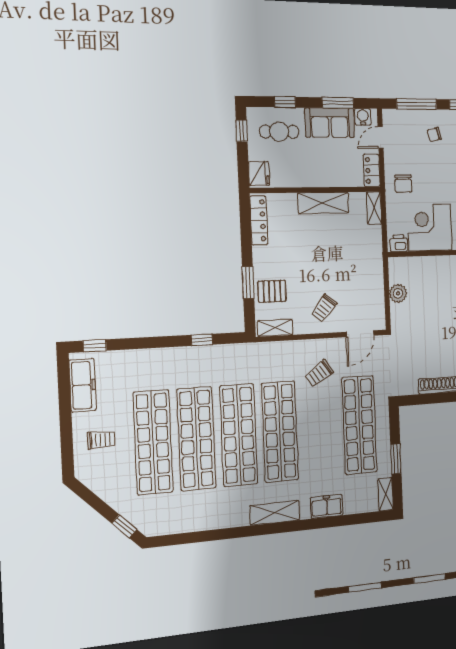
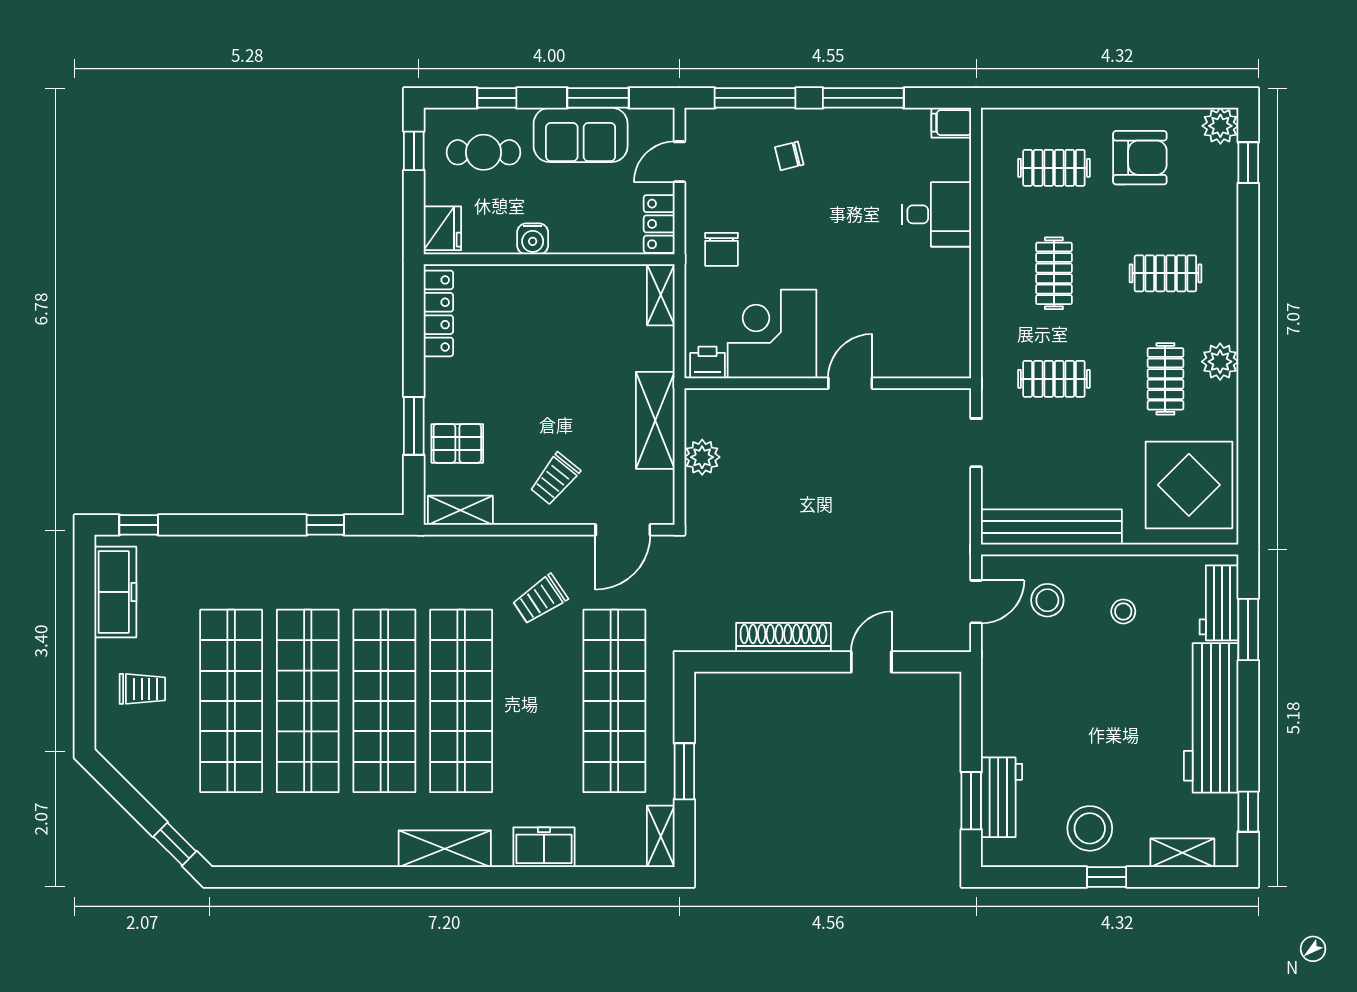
water cooler: (363, 117) -> (533, 239), moved, turned 180
shelving: (323, 203) -> (655, 420), moved, turned 90

